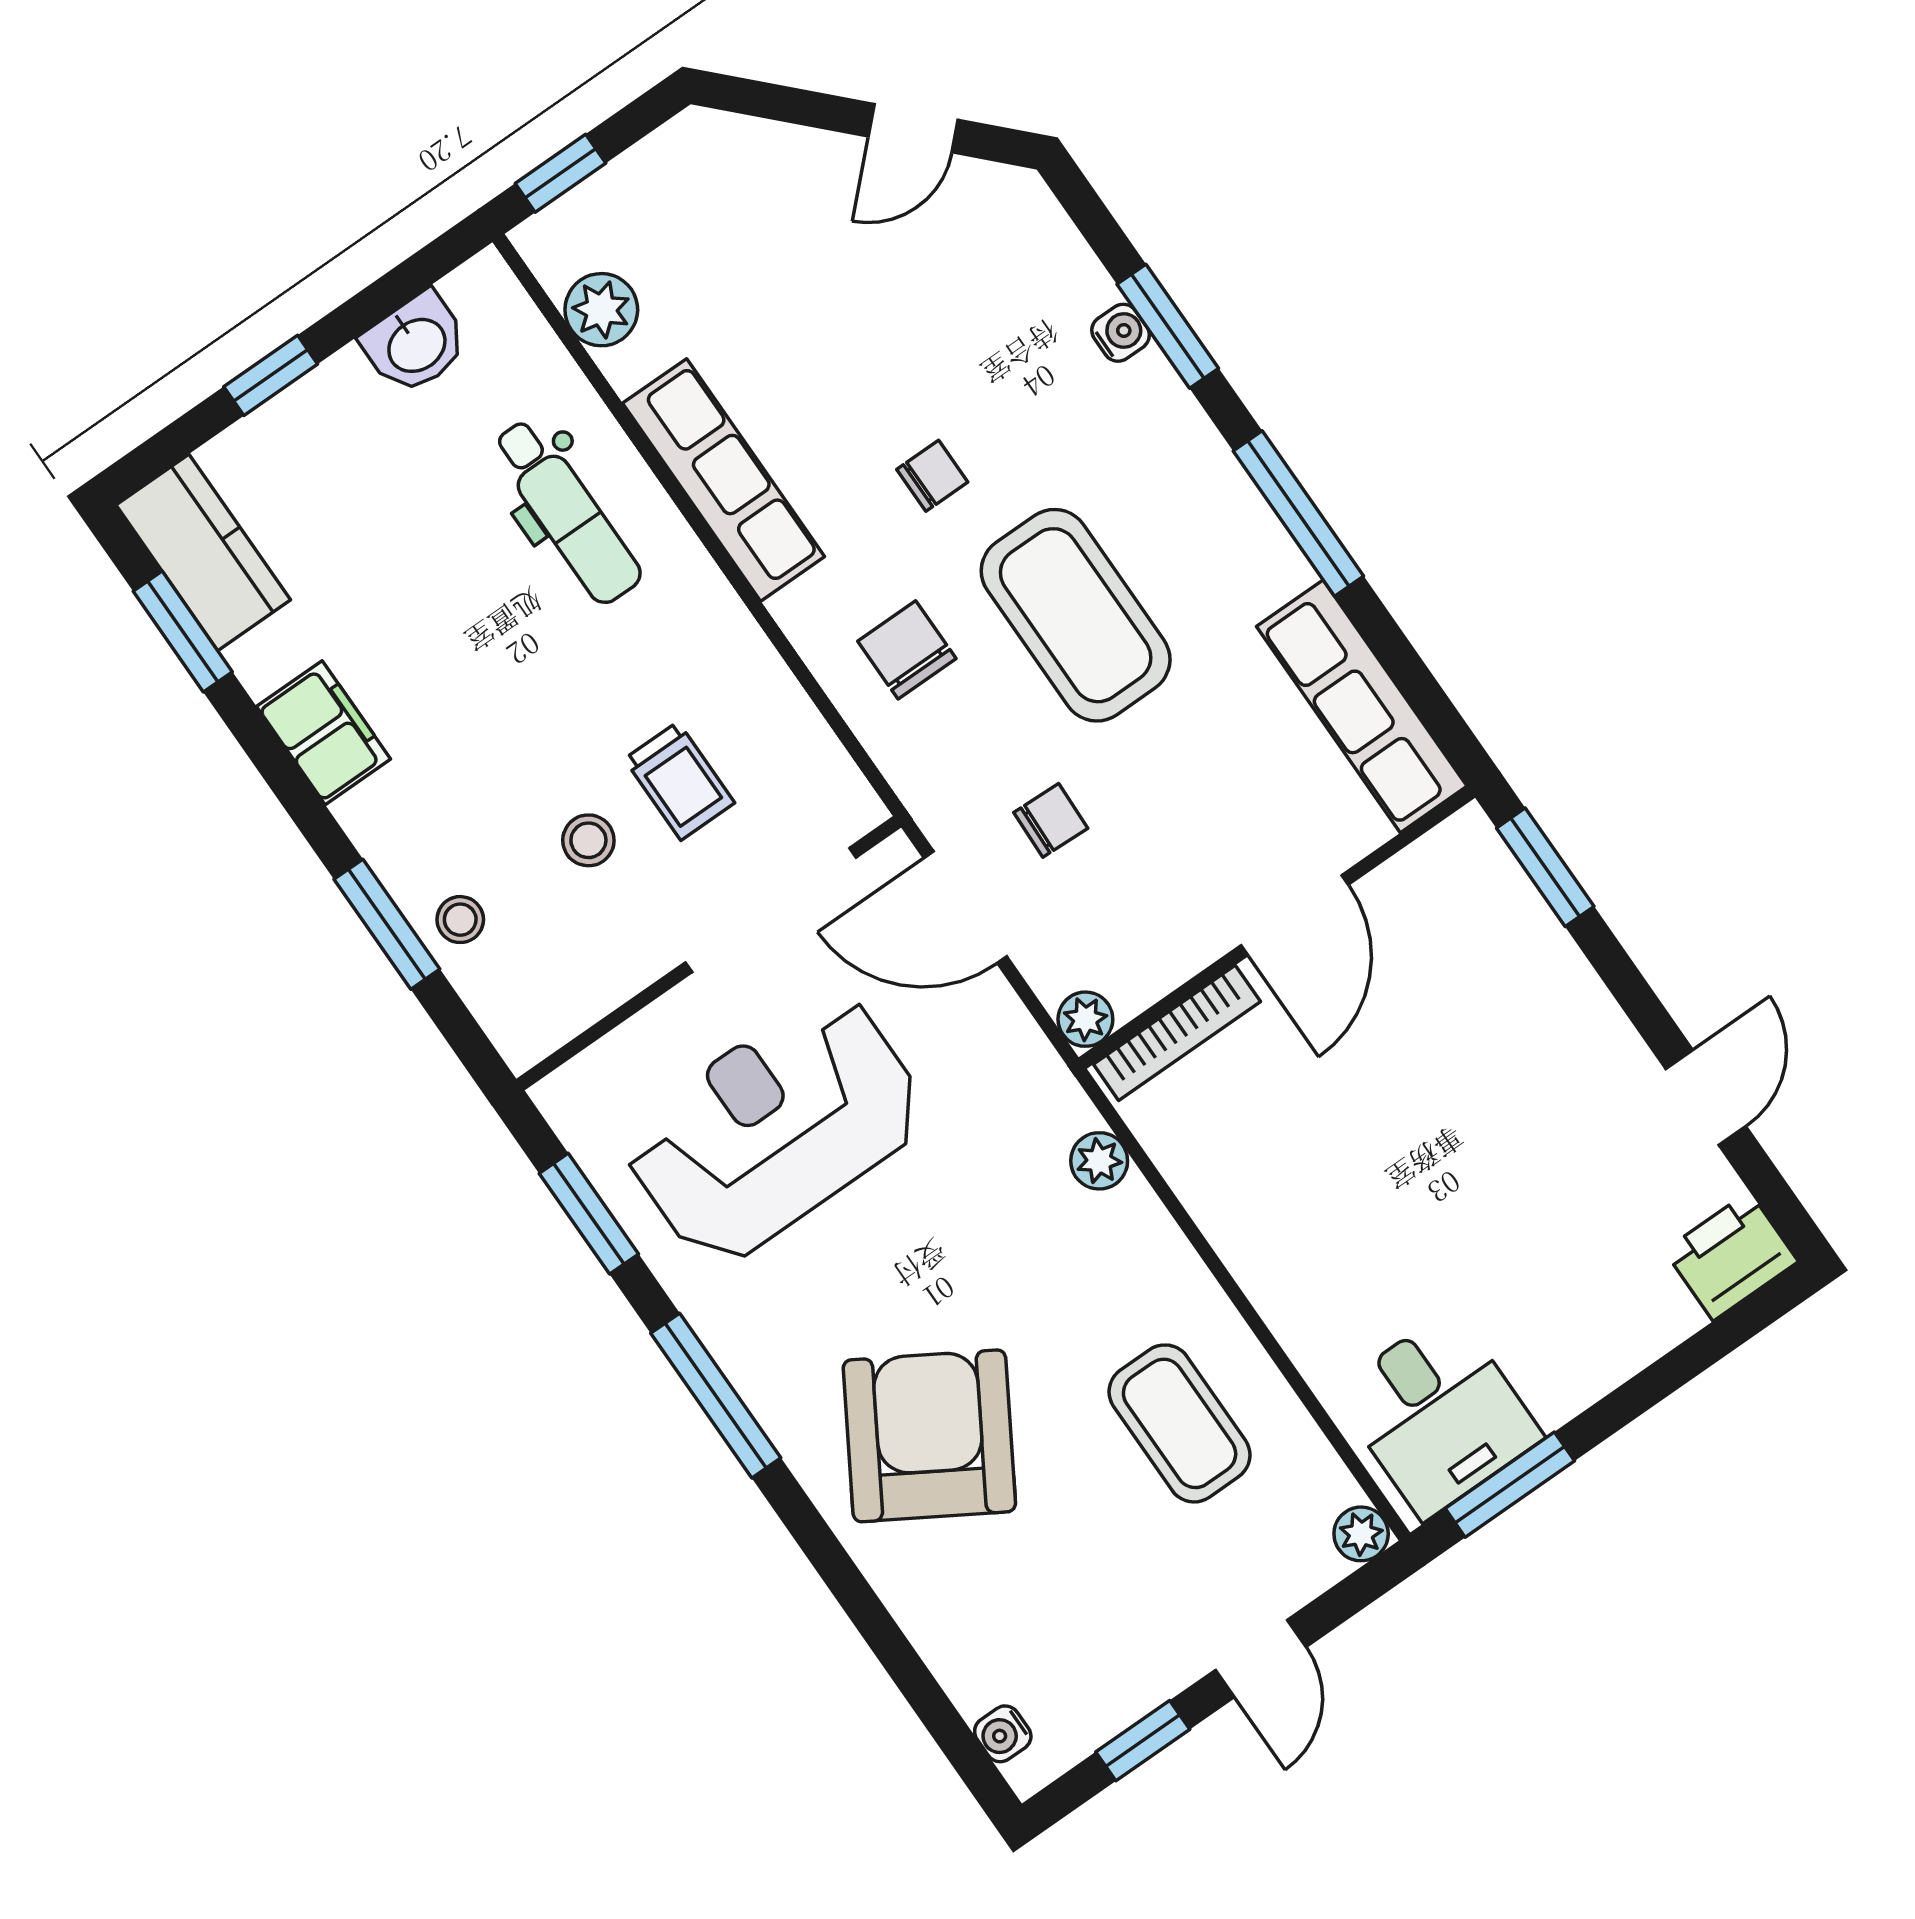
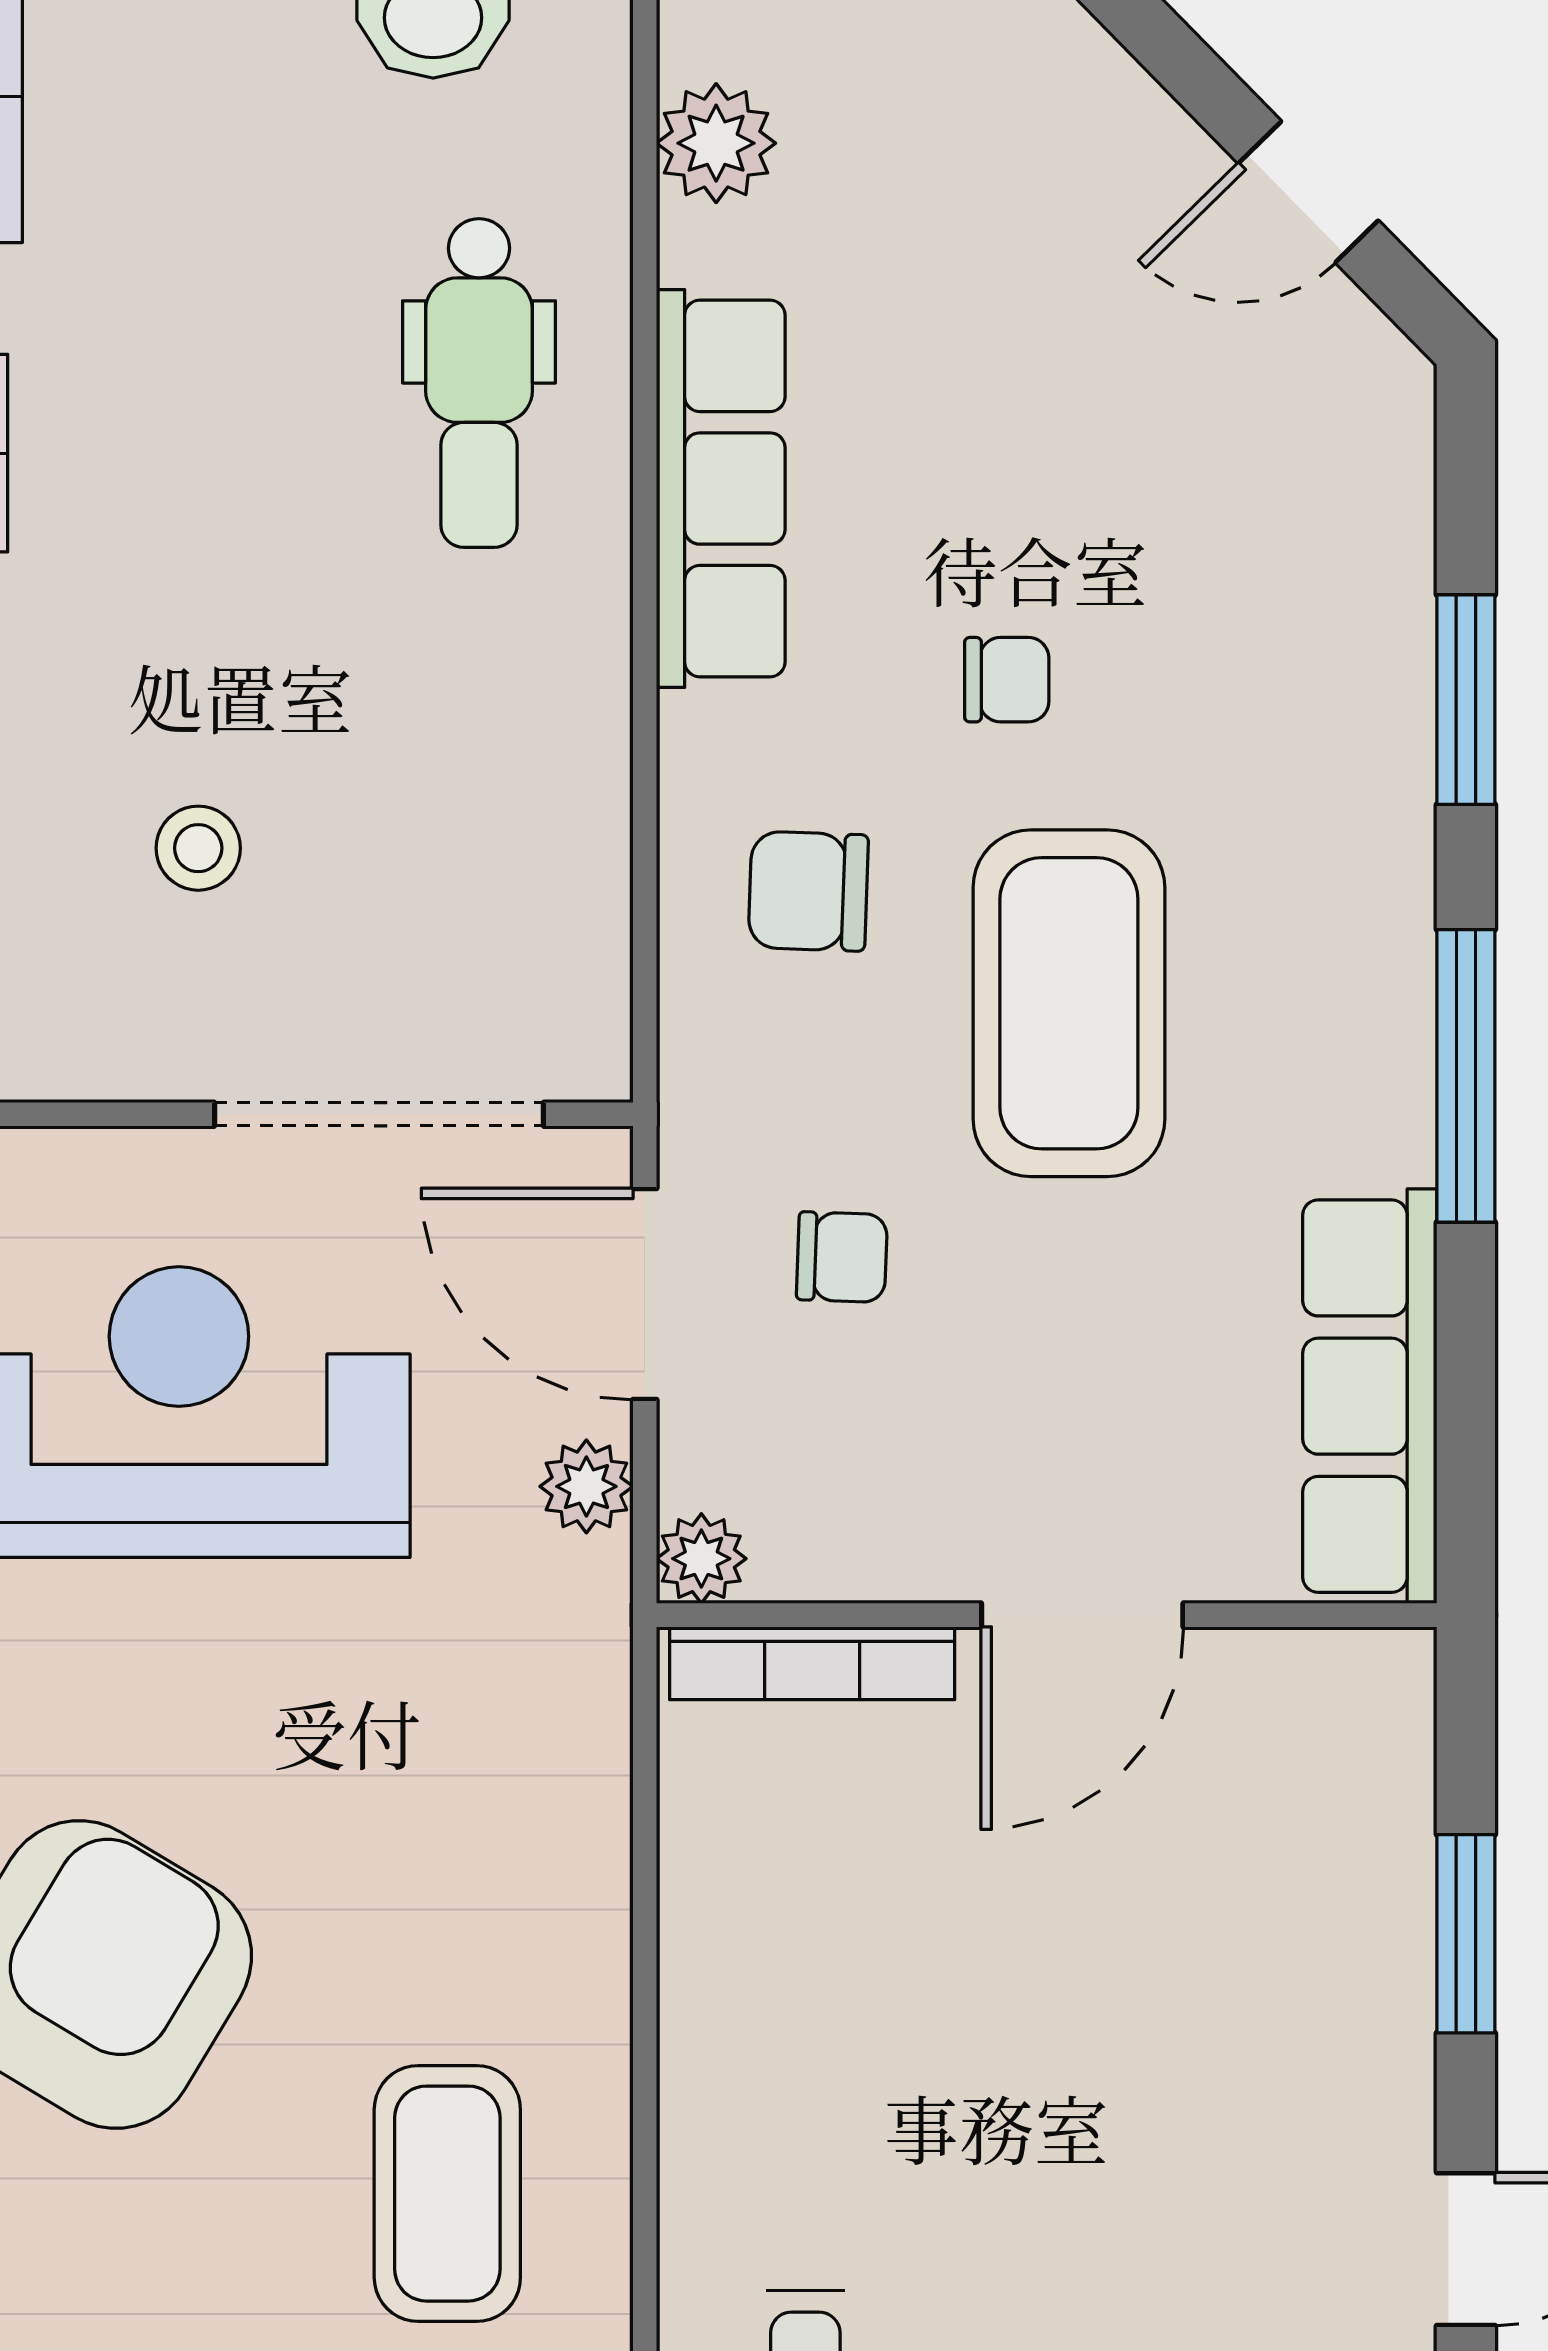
water cooler: (1121, 333) -> (1396, 664), removed
chair: (907, 650) -> (808, 891), turned -88
trolley: (679, 781) -> (377, 854), removed
window: (1545, 867) -> (1466, 1934), moved
plant: (1099, 1161) -> (586, 1486), moved

